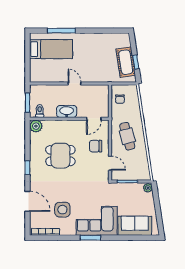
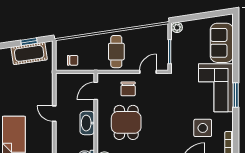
door: (75, 83) -> (54, 114), hinge flipped
door: (94, 119) -> (96, 91), swing flipped
cafe table: (127, 136) -> (116, 52), turned -75
dining table: (60, 156) -> (126, 122), moved

